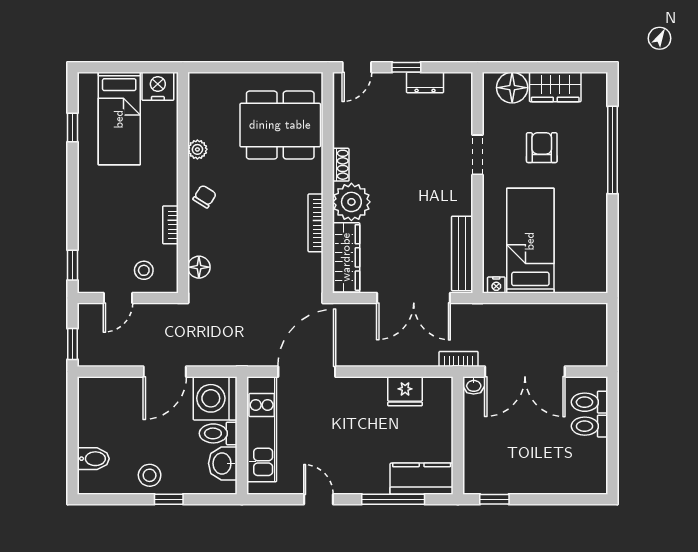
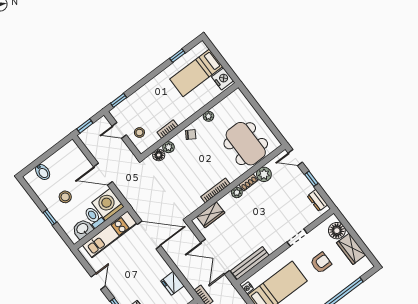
dresser: (425, 82) -> (317, 200), moved
plant: (346, 133) -> (264, 174), added
plant: (351, 202) -> (237, 192), width x0.53, depth x0.53
plant: (198, 244) -> (169, 147), added
wardrobe: (346, 257) -> (211, 215), width x0.67
stool: (150, 475) -> (65, 197), moved

